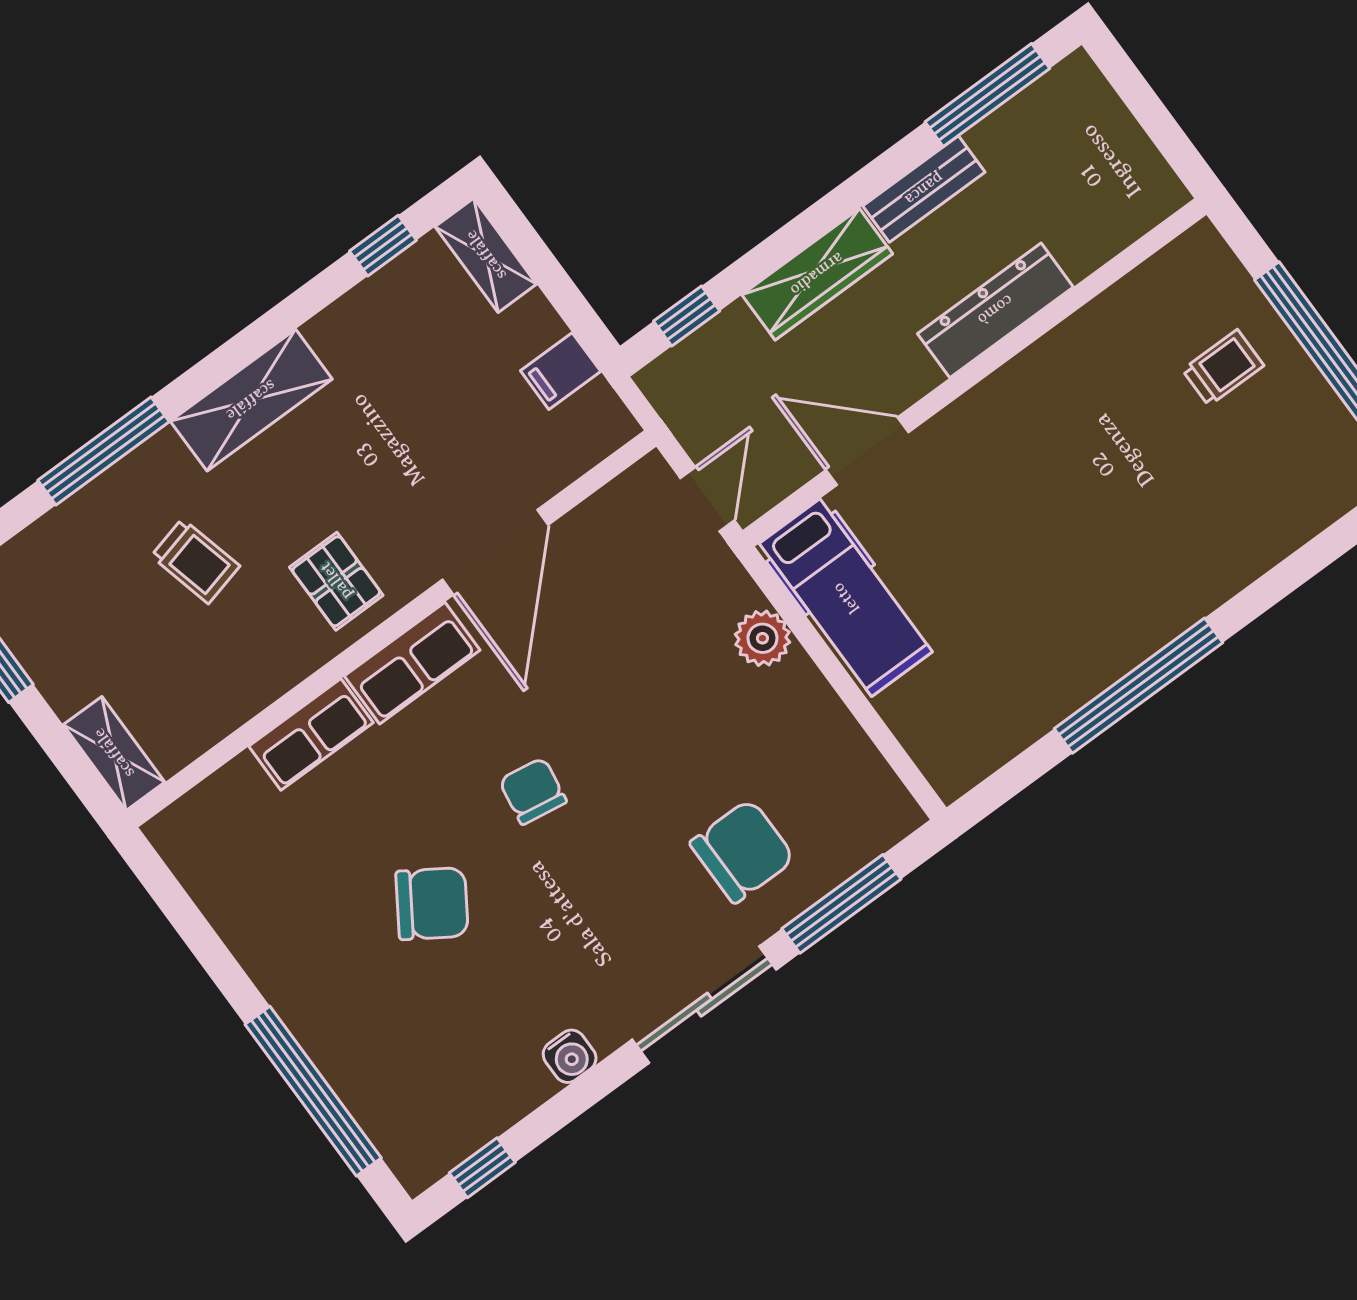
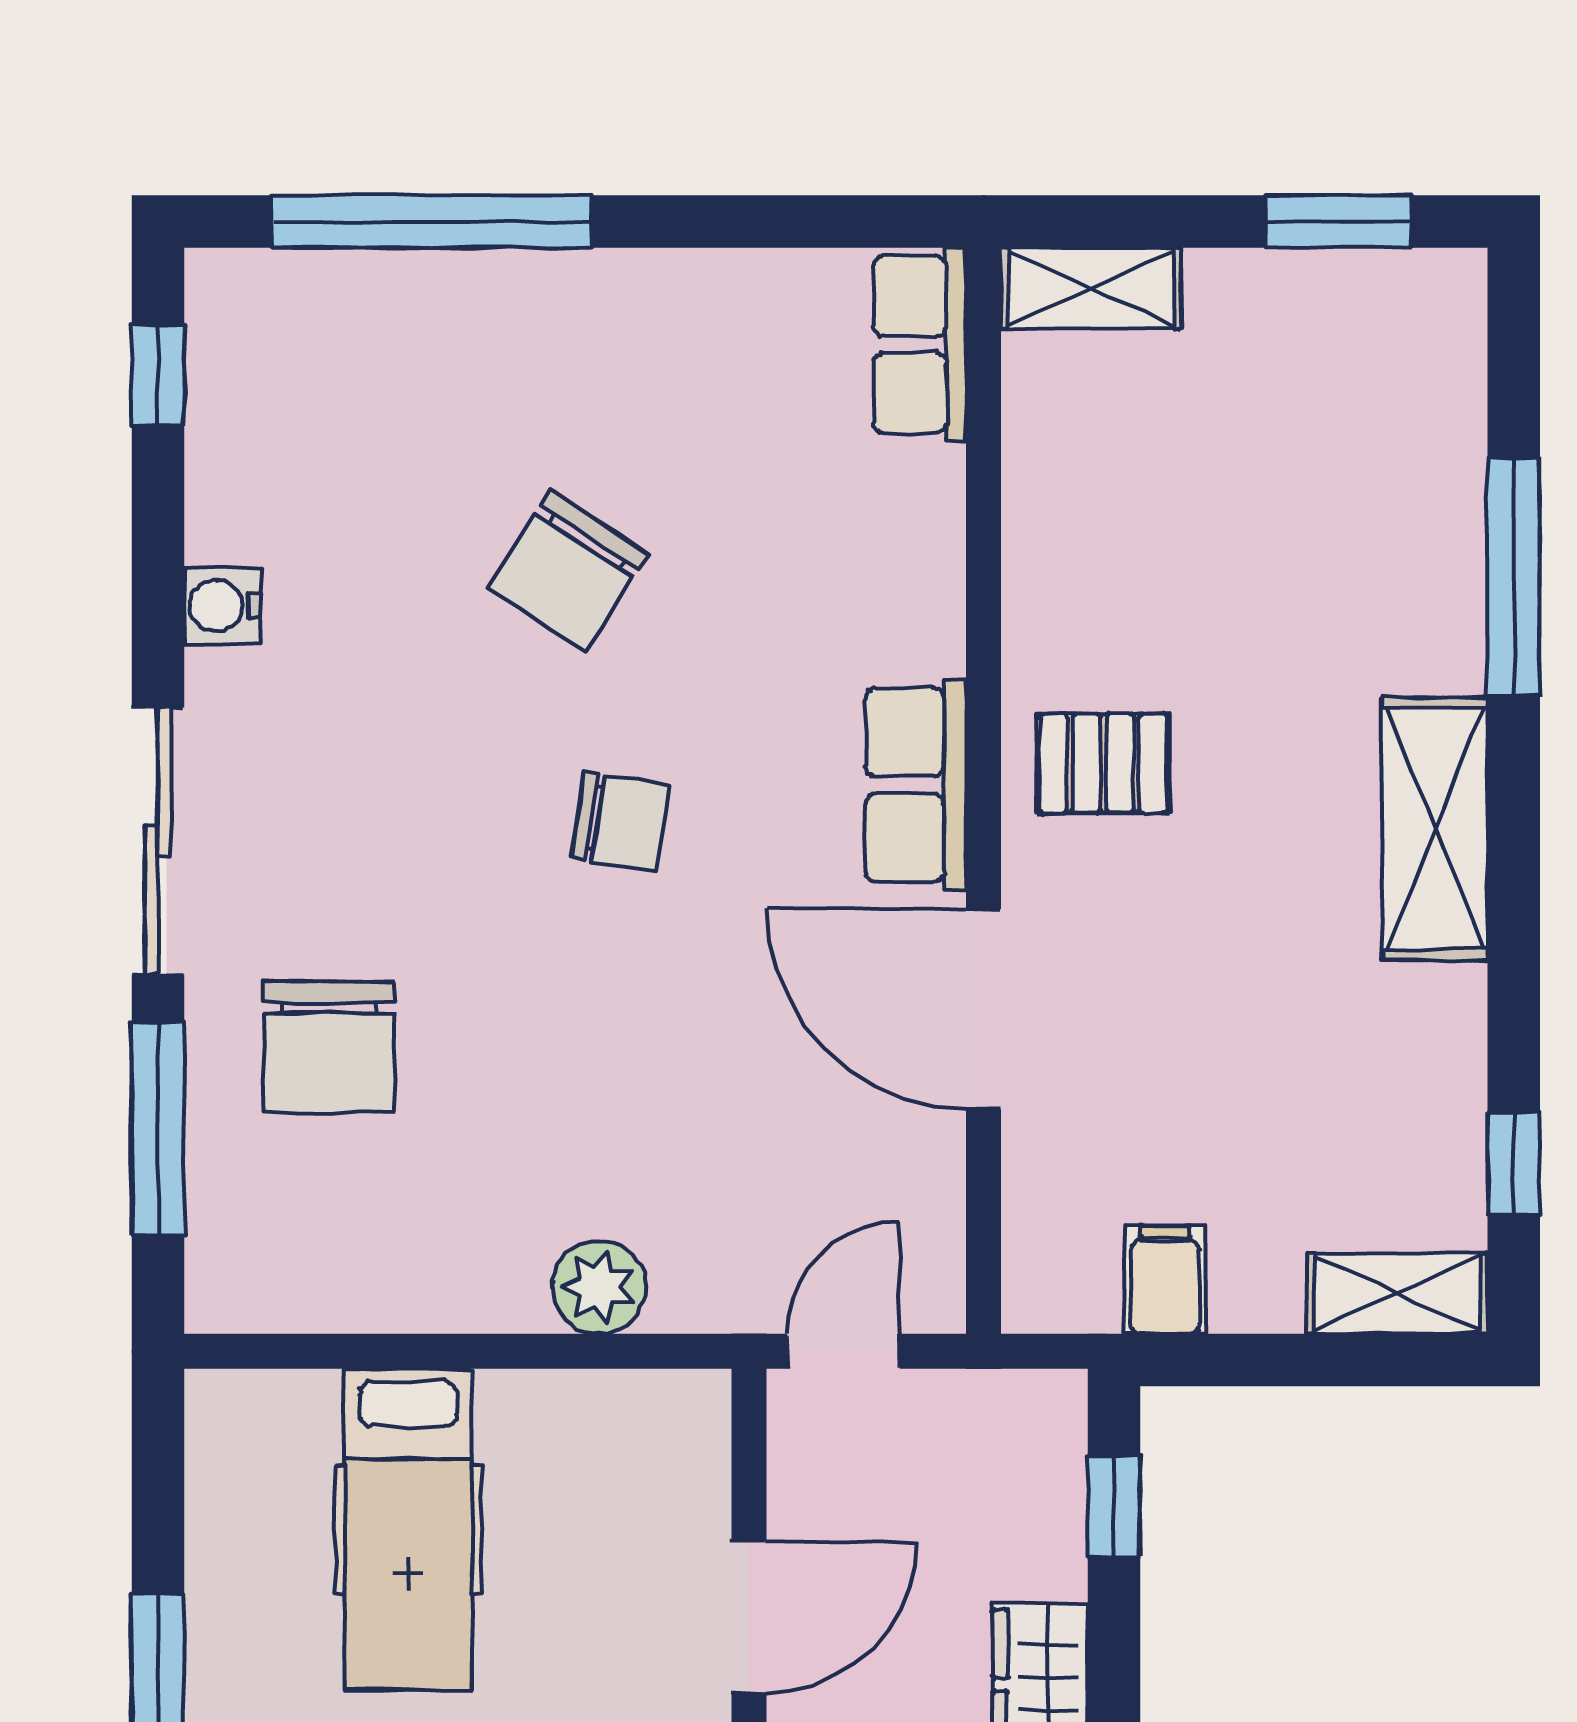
door: (707, 499) -> (843, 1351), swing flipped
trolley: (195, 561) -> (1272, 592), removed
hospital bed: (846, 598) -> (408, 1529), moved, turned -90
row of seats: (311, 734) -> (920, 344), moved

